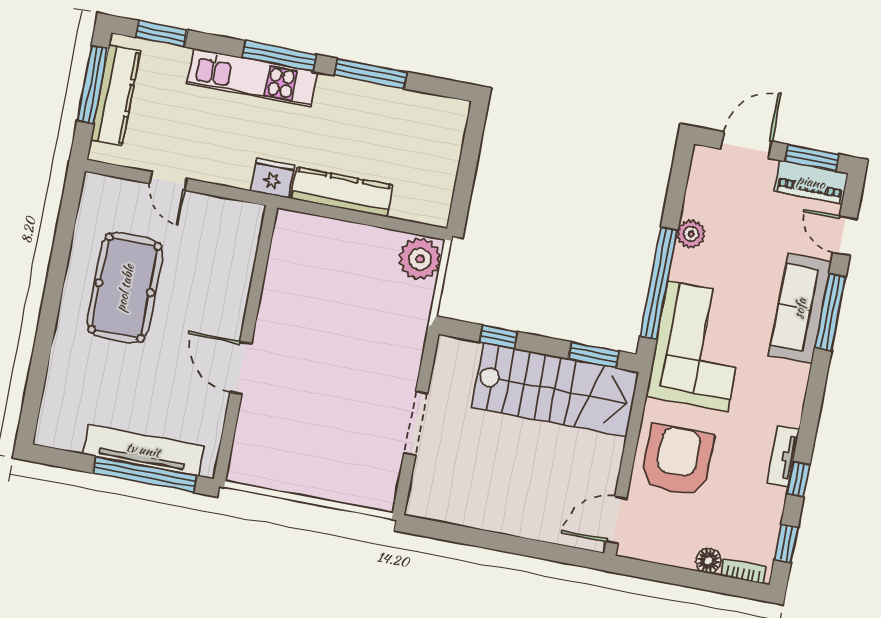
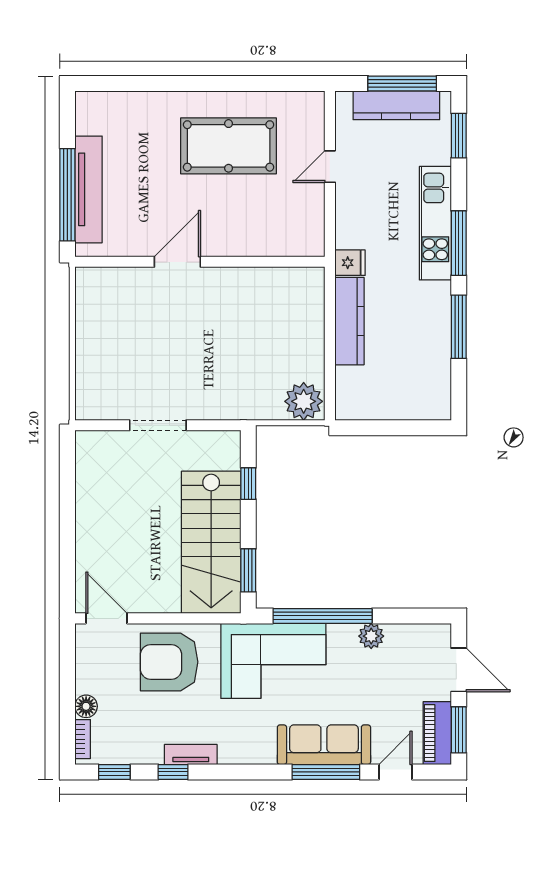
fridge: (273, 178) -> (350, 263), width x0.72
armchair: (677, 461) -> (169, 662), turned 180

